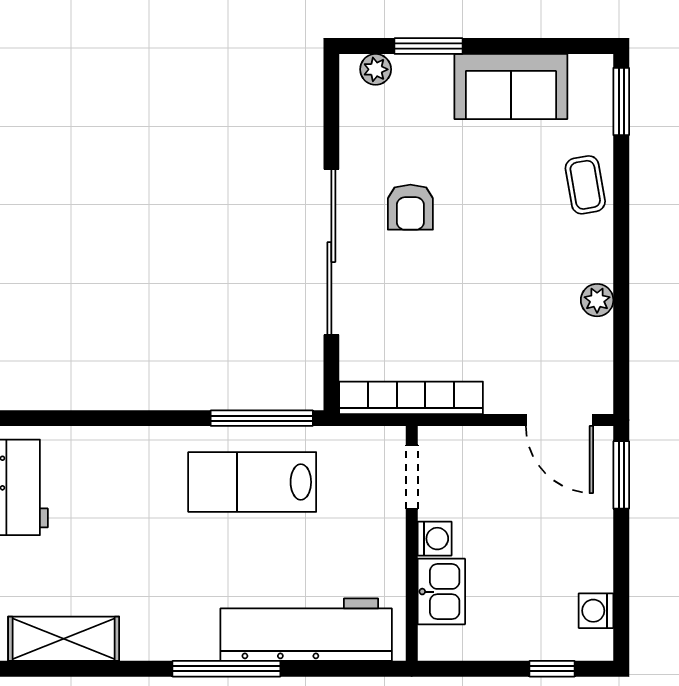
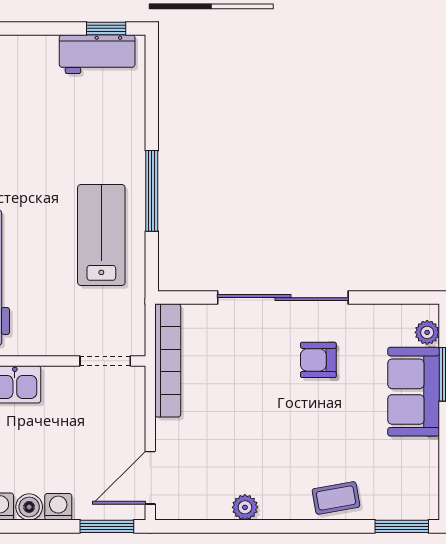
sofa: (511, 87) -> (414, 392), moved
window: (262, 418) -> (152, 191), moved
washing machine: (435, 539) -> (58, 507), moved, turned 180
boiler: (597, 573) -> (29, 507), added

